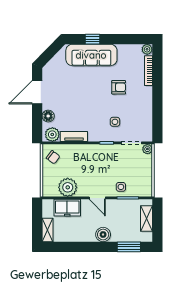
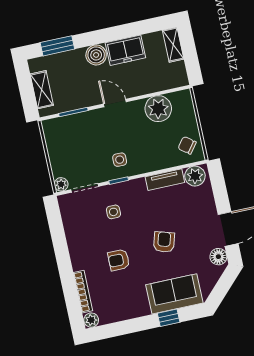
sofa: (91, 55) -> (174, 294), width x0.73
armchair: (84, 93) -> (164, 242), added
floor lamp: (48, 116) -> (218, 257), moved
side table: (121, 187) -> (120, 160), moved
freezer: (67, 208) -> (125, 50), moved, turned 180

